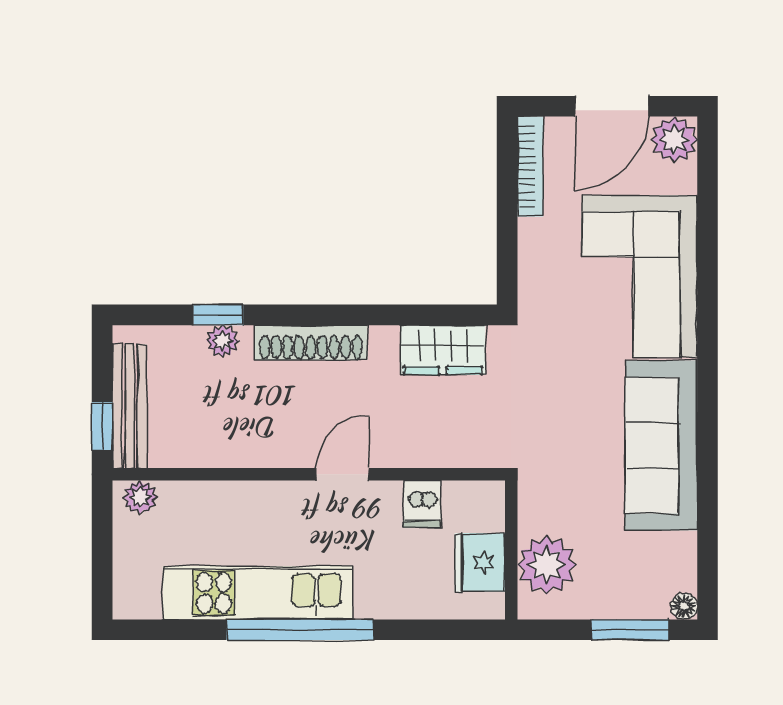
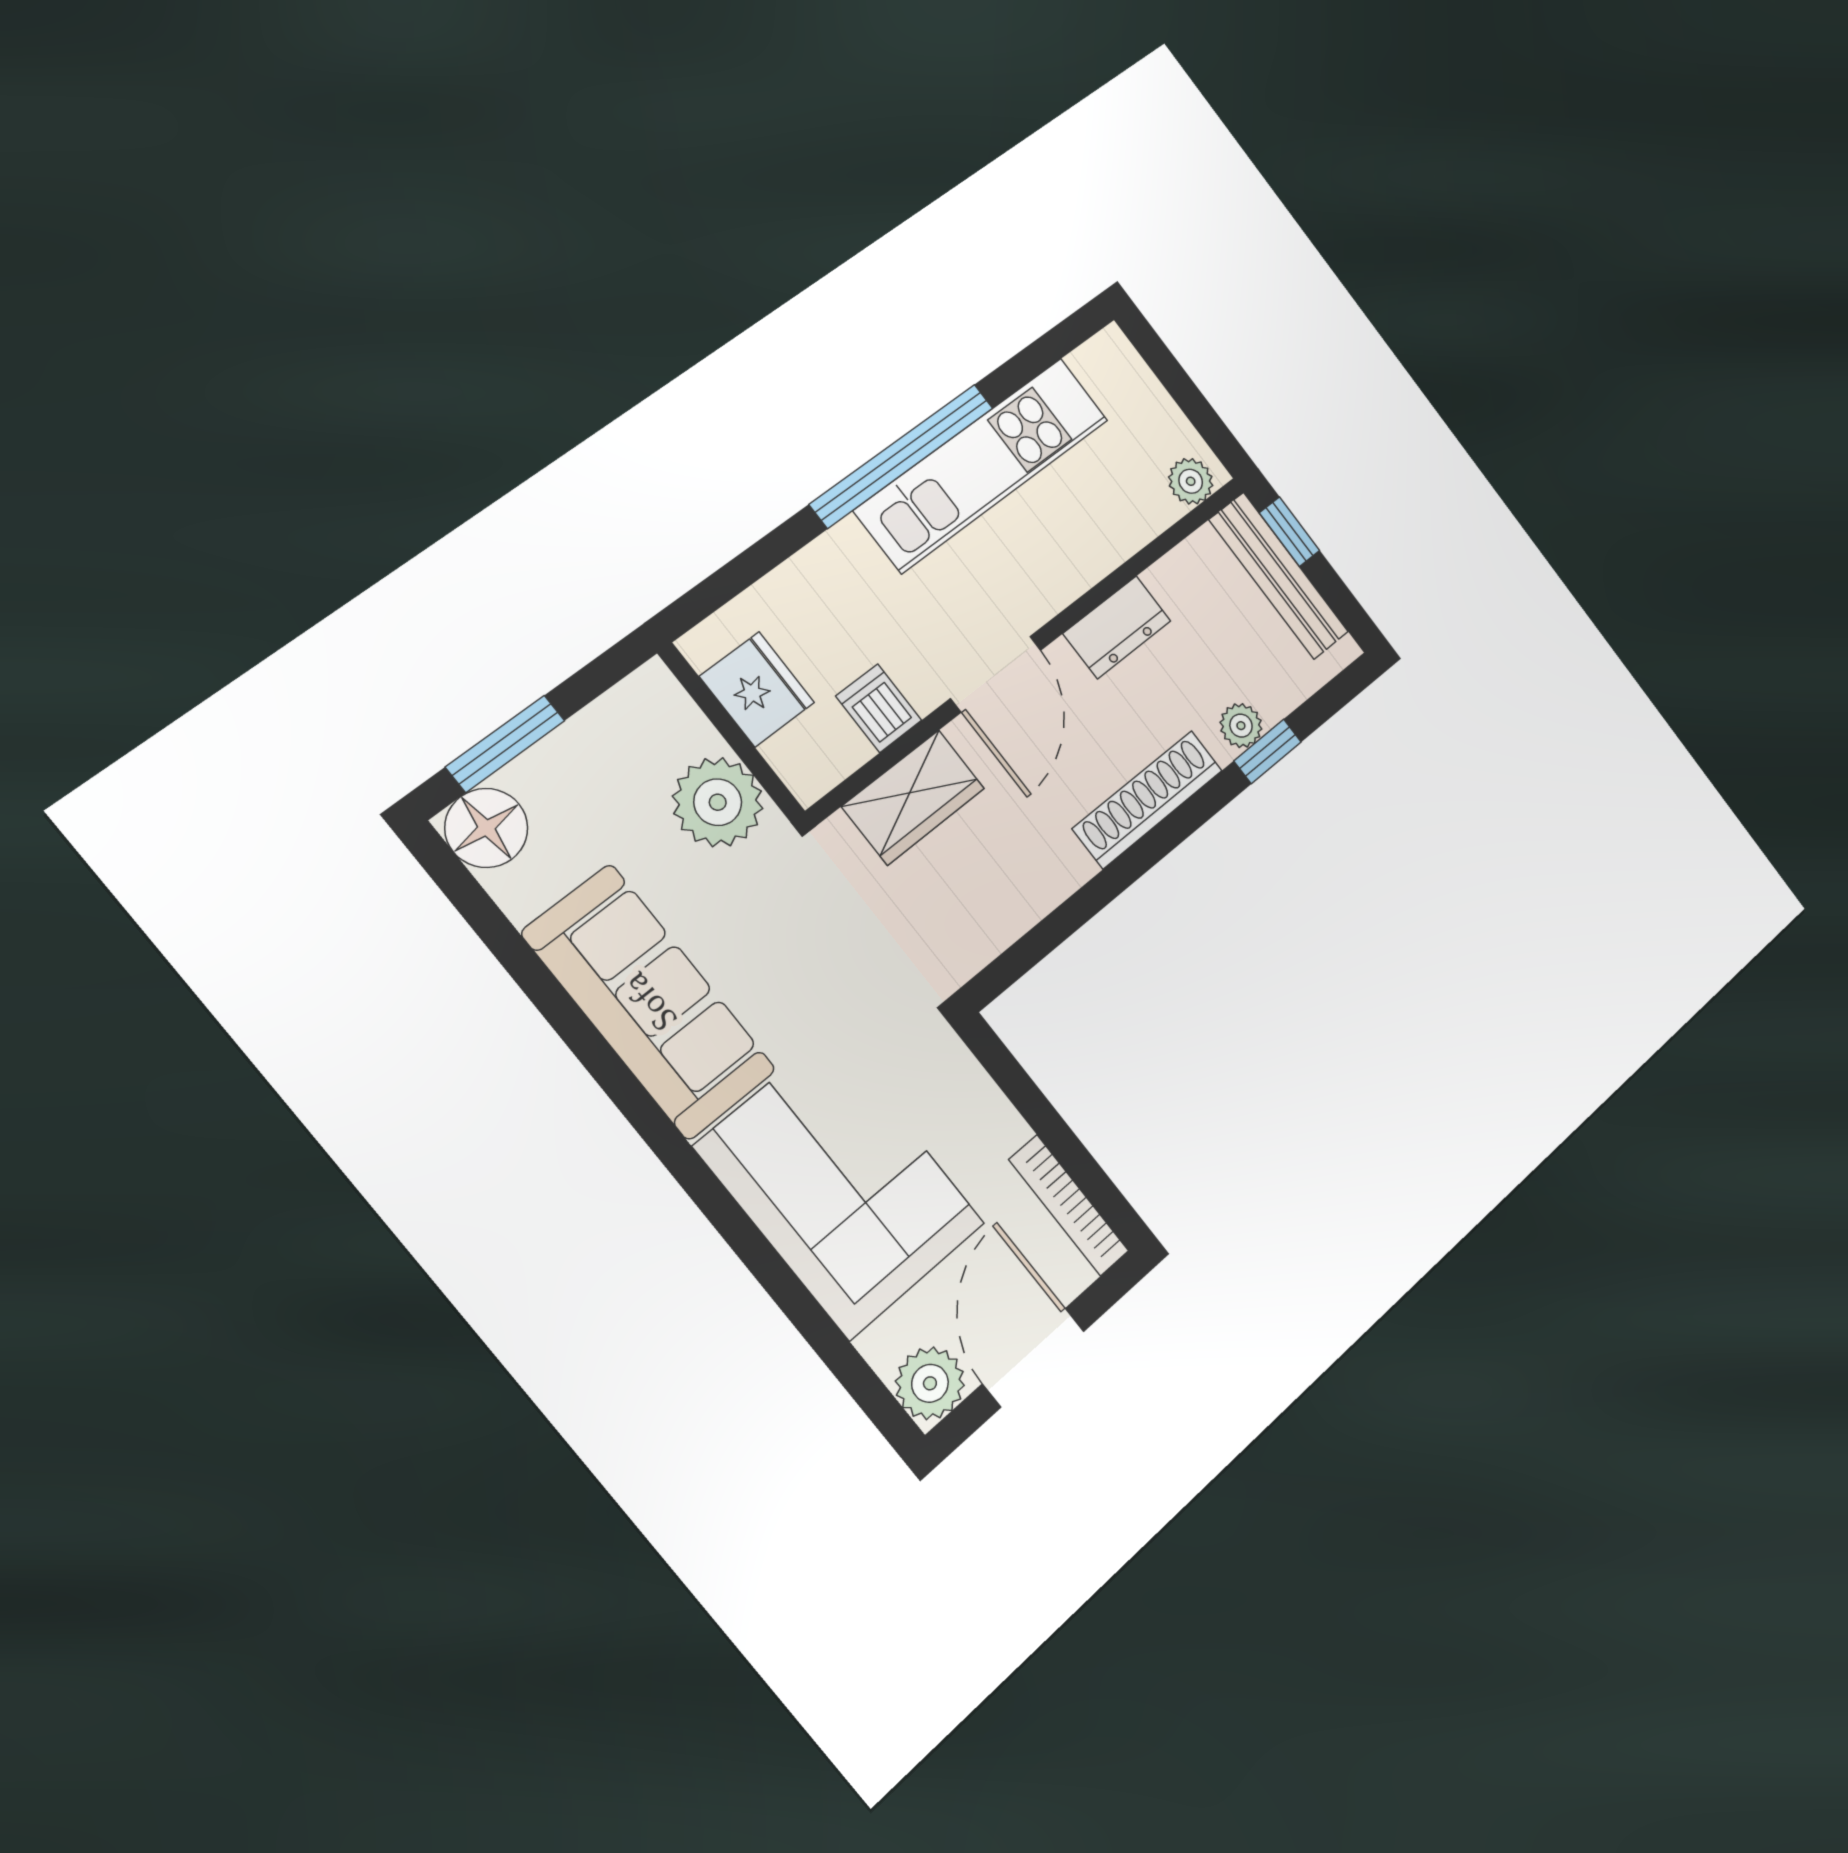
wardrobe: (443, 350) -> (913, 797), moved, turned 180
dresser: (252, 449) -> (1117, 627), added
door: (343, 474) -> (996, 674), width x1.38
plant: (547, 565) -> (718, 802), moved
floor lamp: (684, 606) -> (486, 828), width x1.89, depth x1.89

